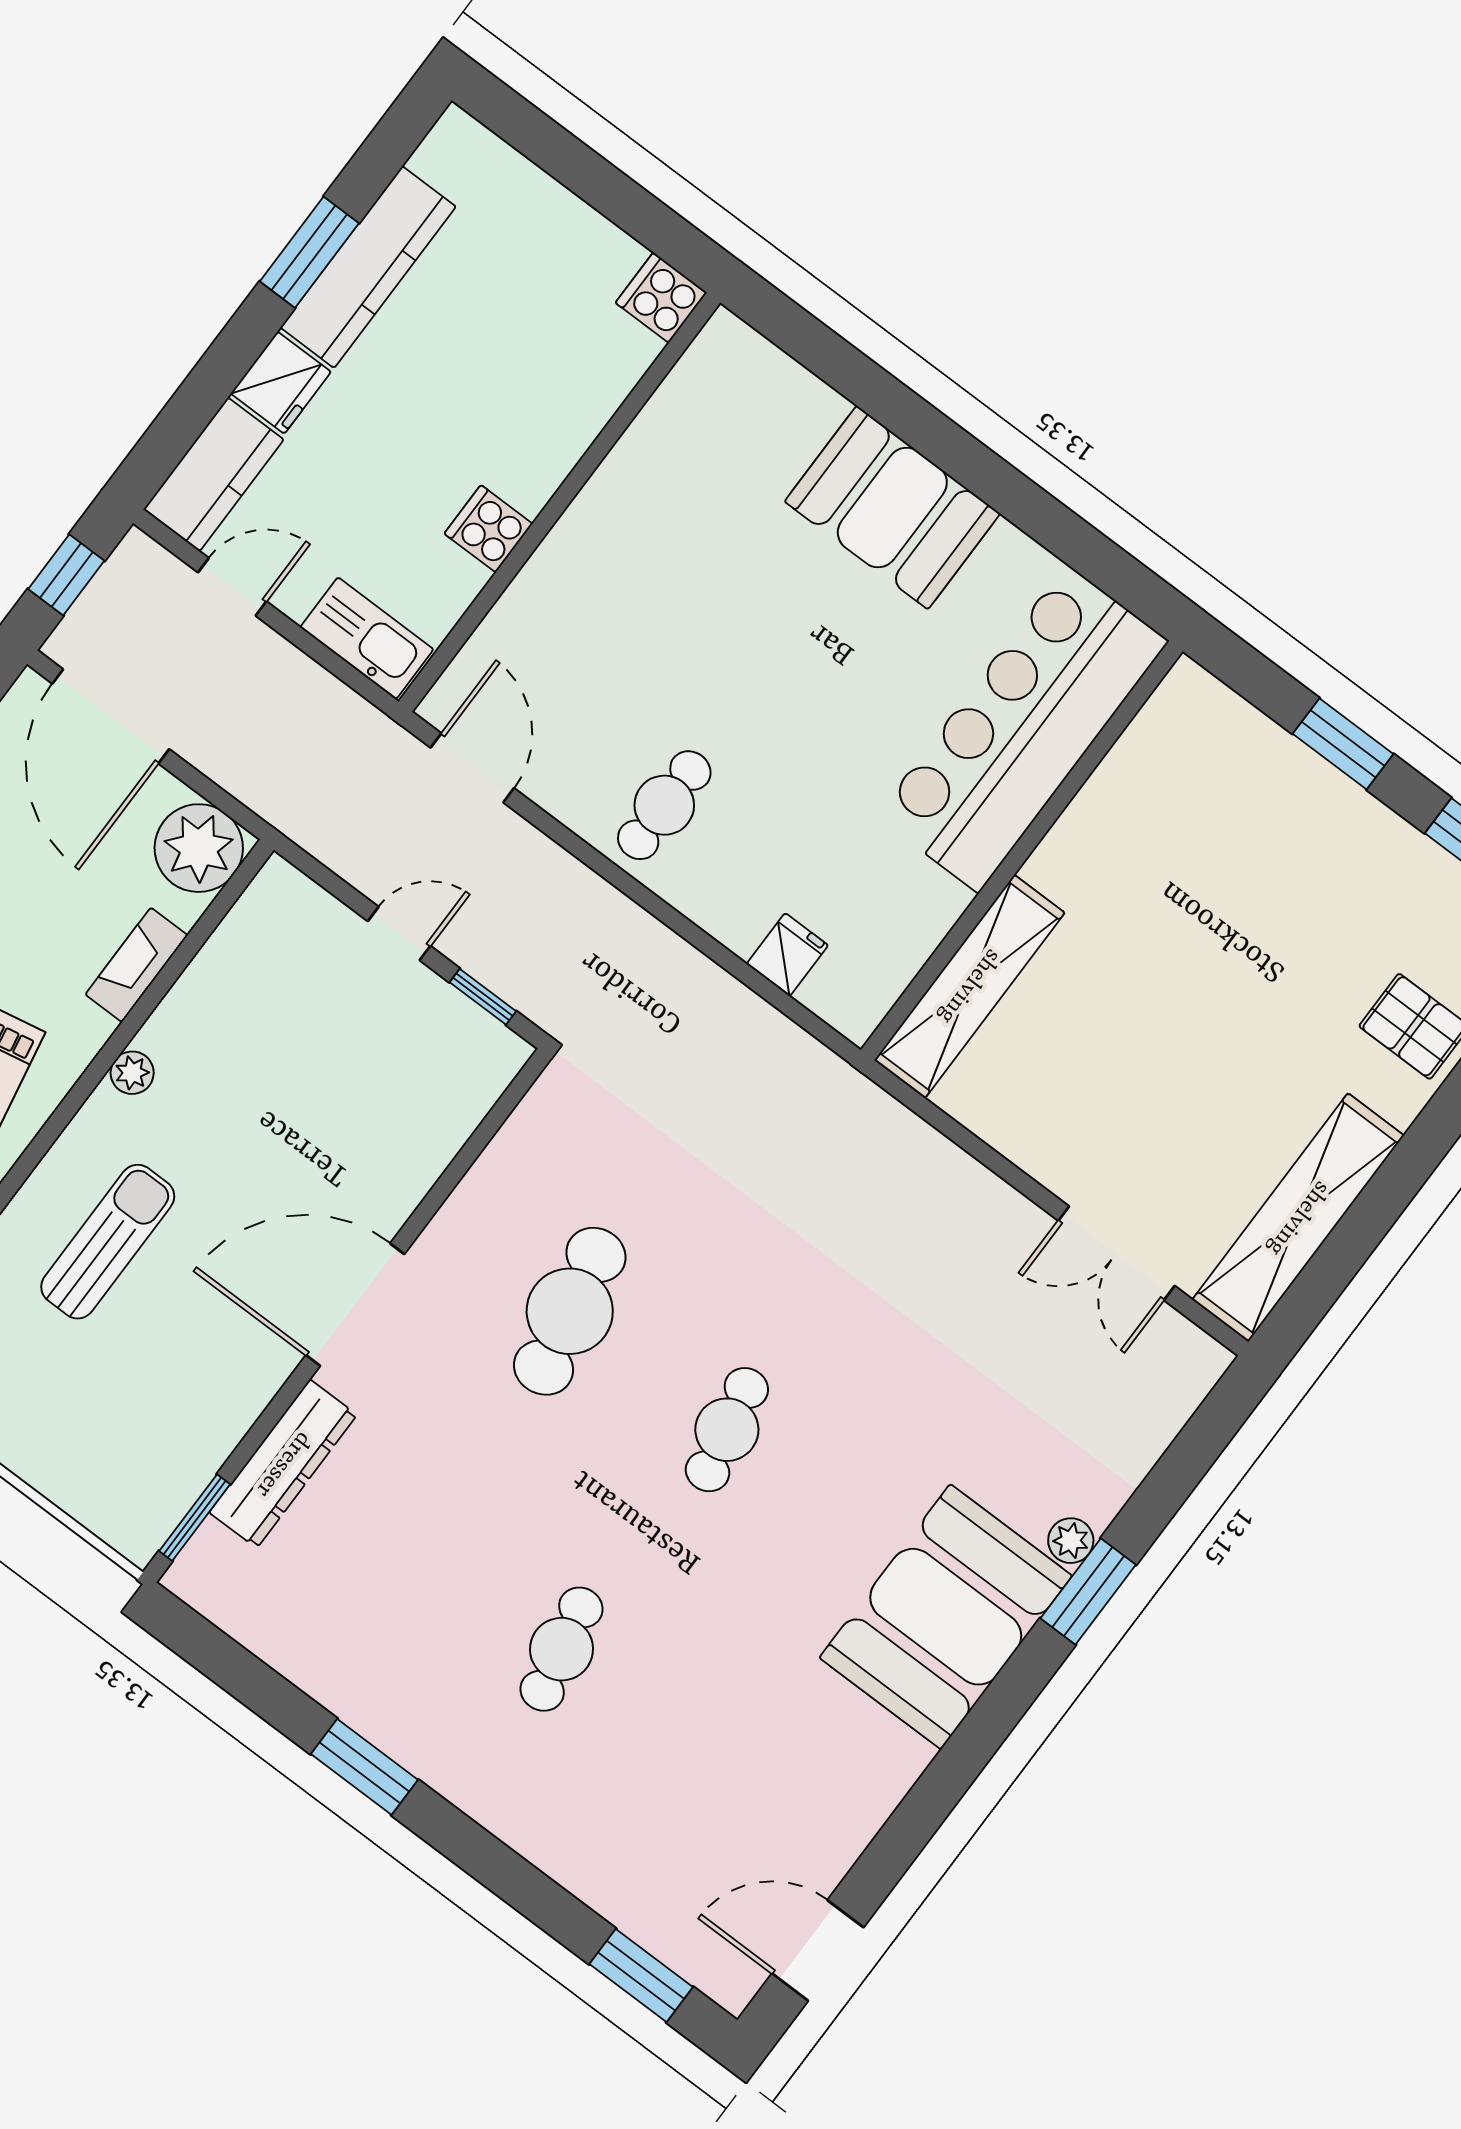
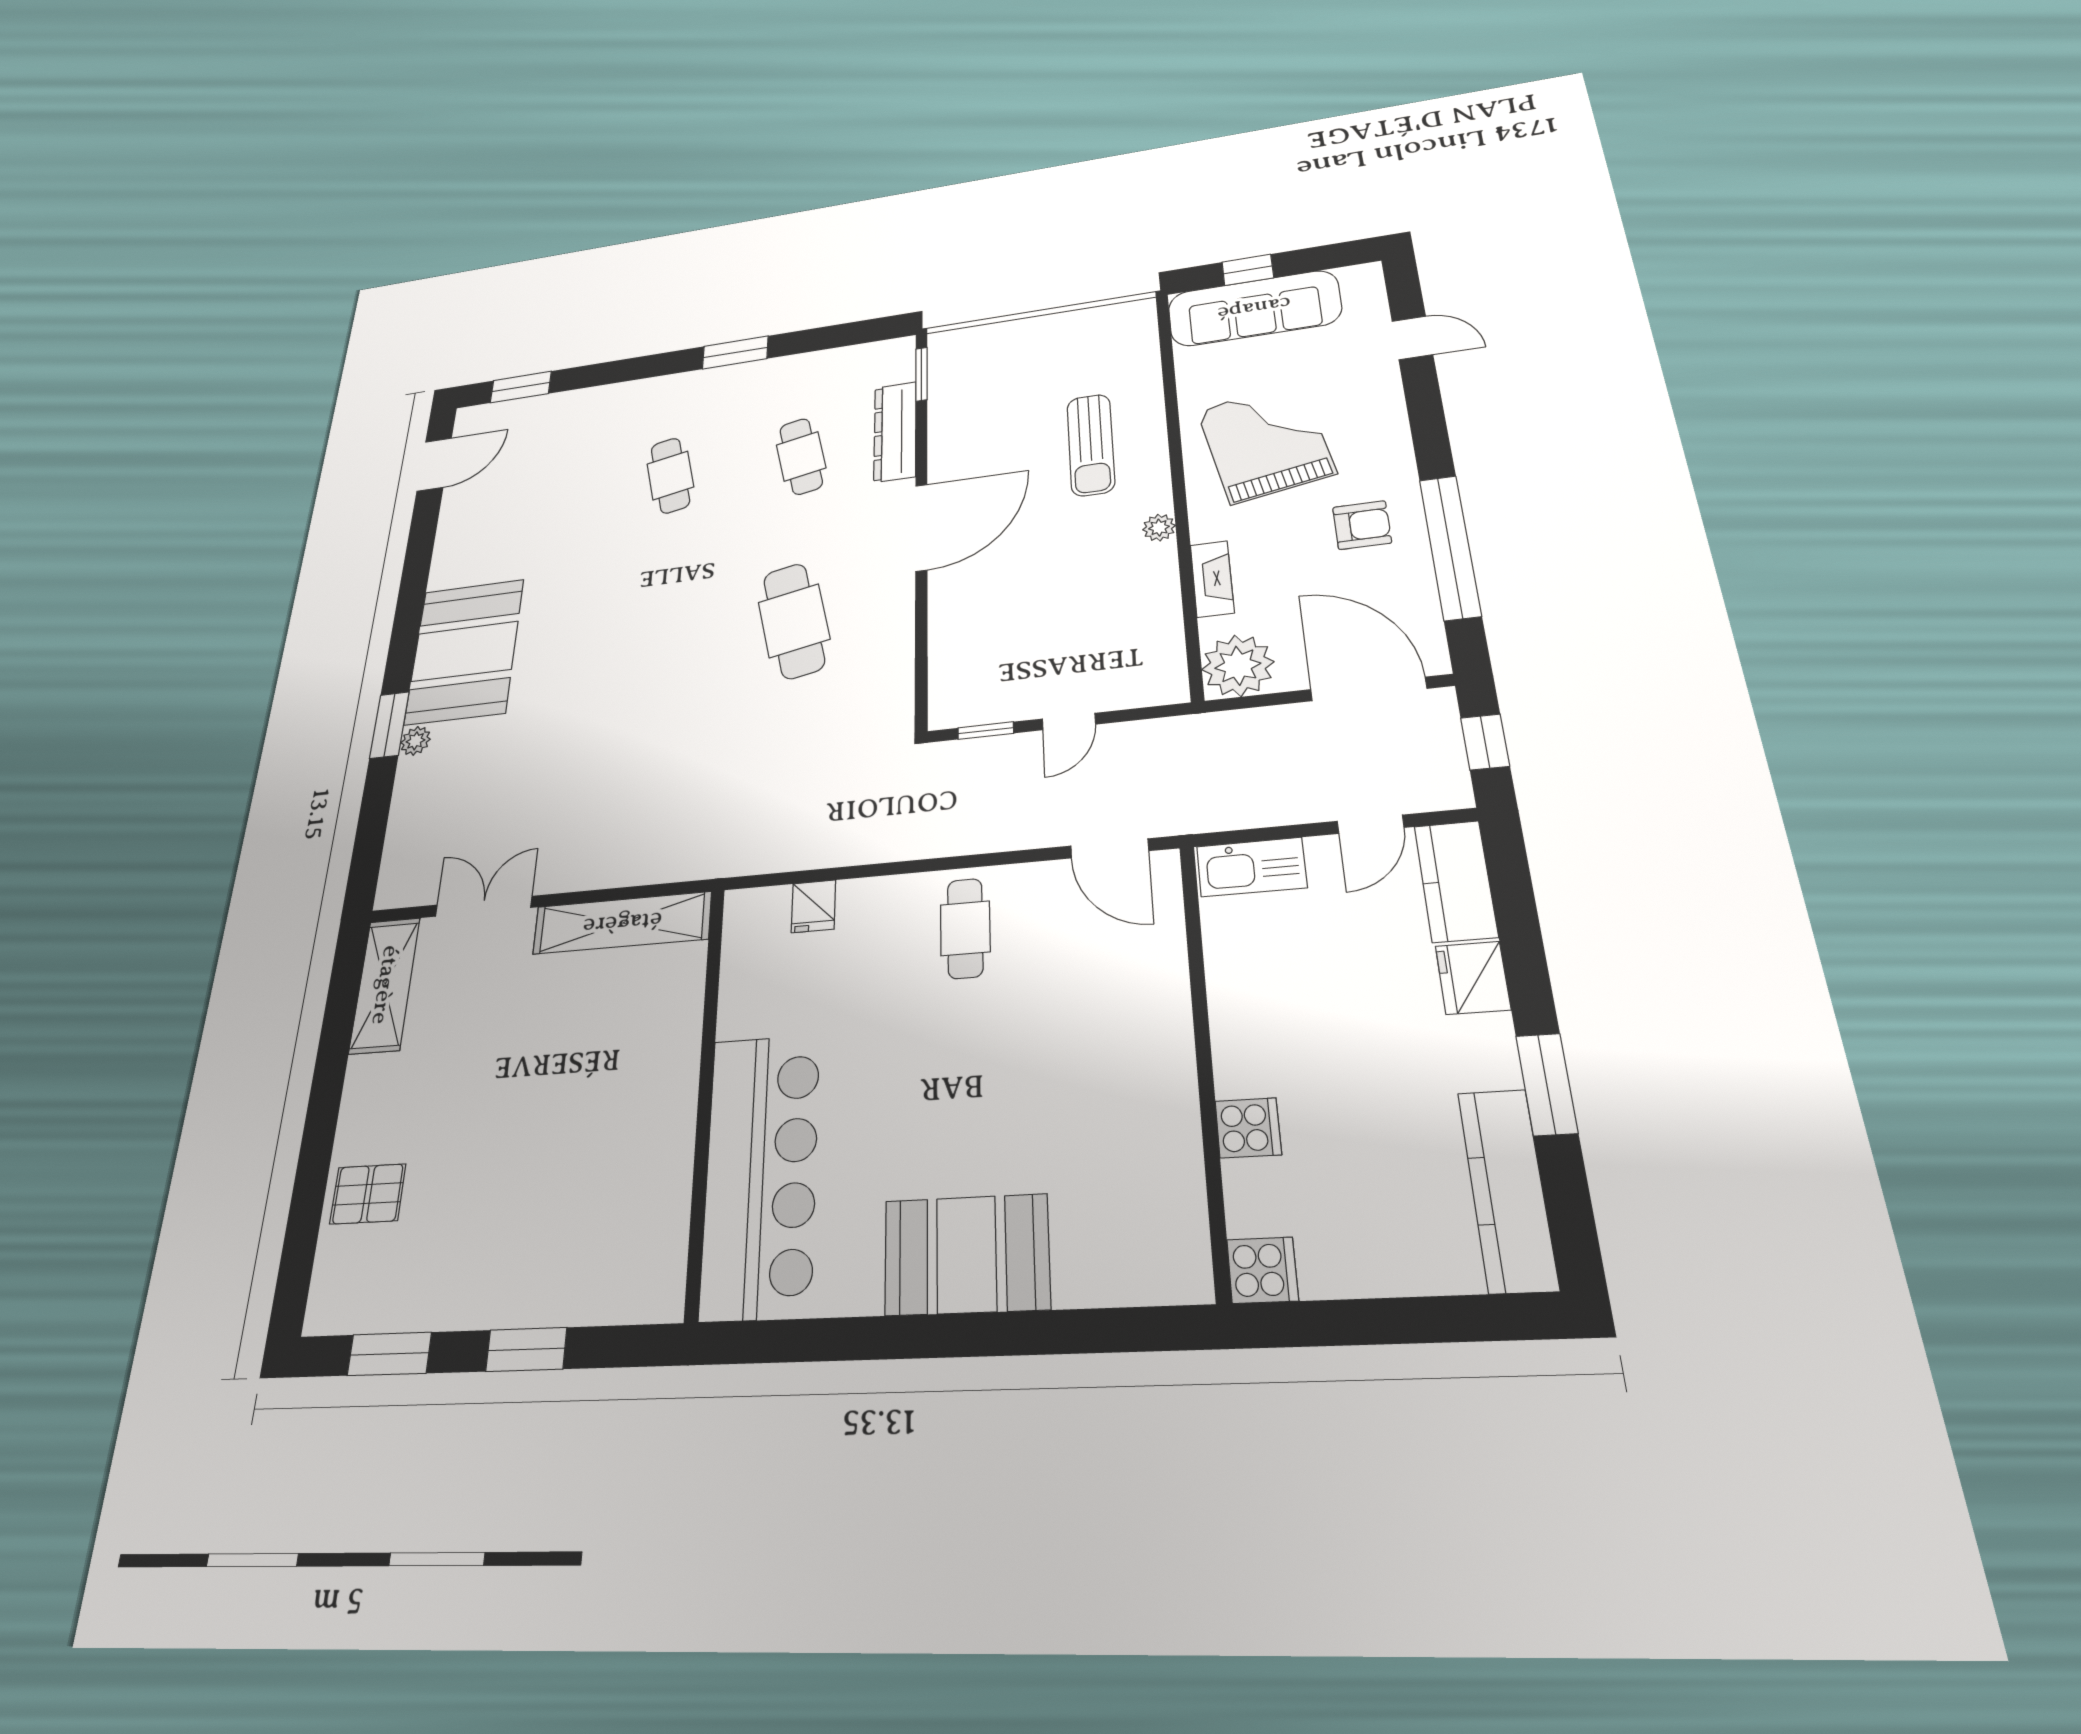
kitchen counter: (368, 267) -> (1507, 1190), moved
cooker: (488, 529) -> (1248, 1128), moved
shelving: (969, 986) -> (622, 923), moved, turned 90
shelving: (1298, 1218) -> (385, 985), width x0.68
cafe table: (727, 1430) -> (801, 456), moved

